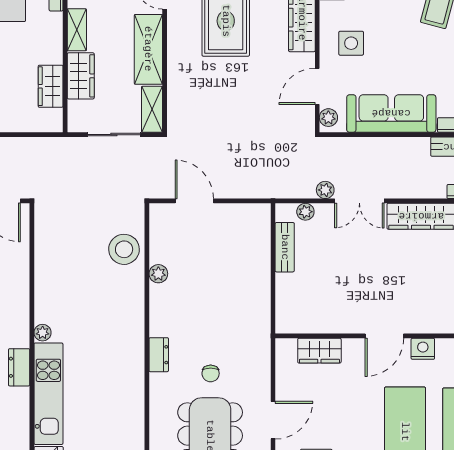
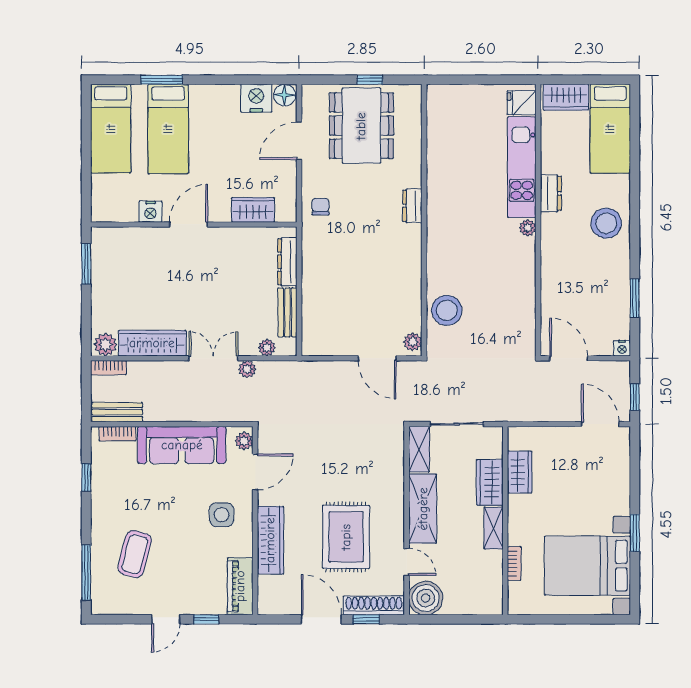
plant: (158, 274) -> (413, 342), moved
dresser: (285, 298) -> (287, 262), added
chair: (211, 373) -> (321, 207), moved

